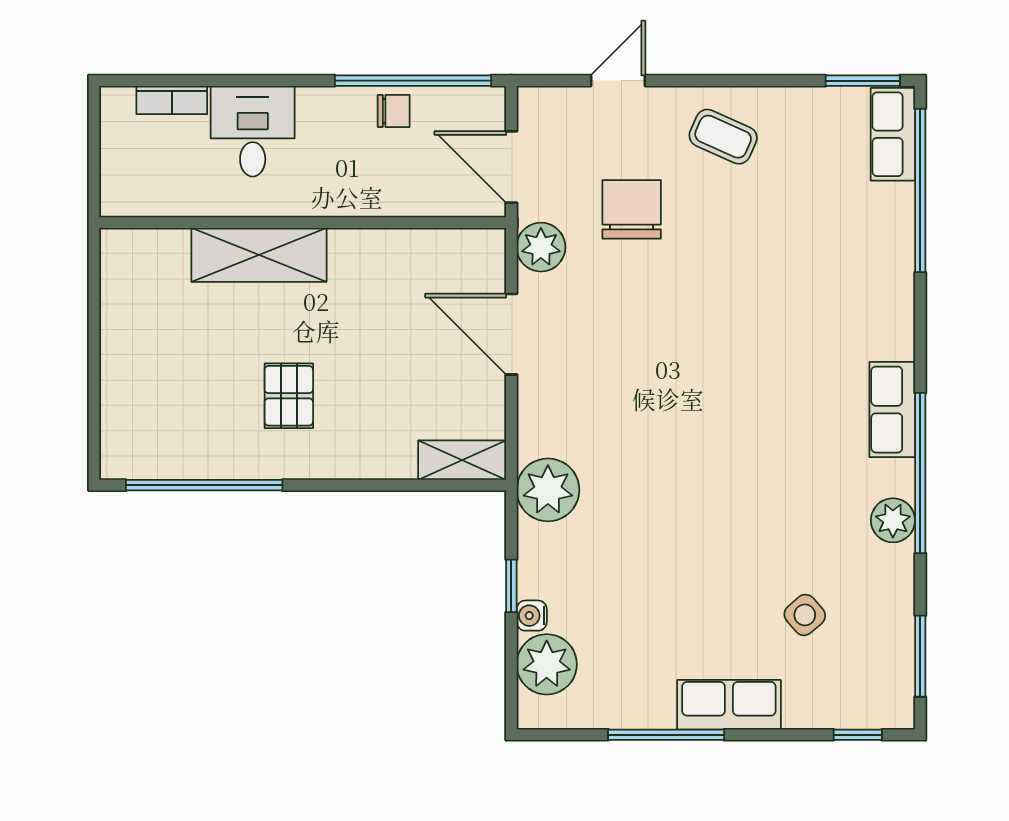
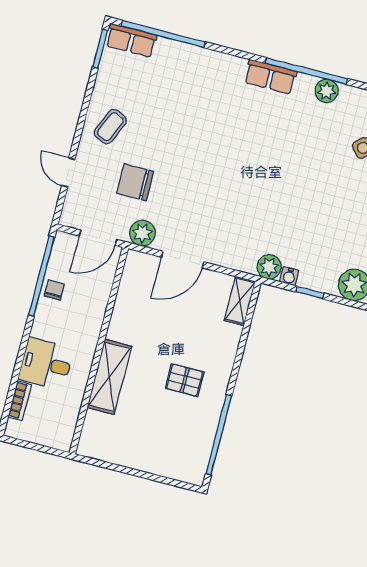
plant: (548, 490) -> (269, 267), width x0.73, depth x0.73
water cooler: (532, 616) -> (289, 276), moved

